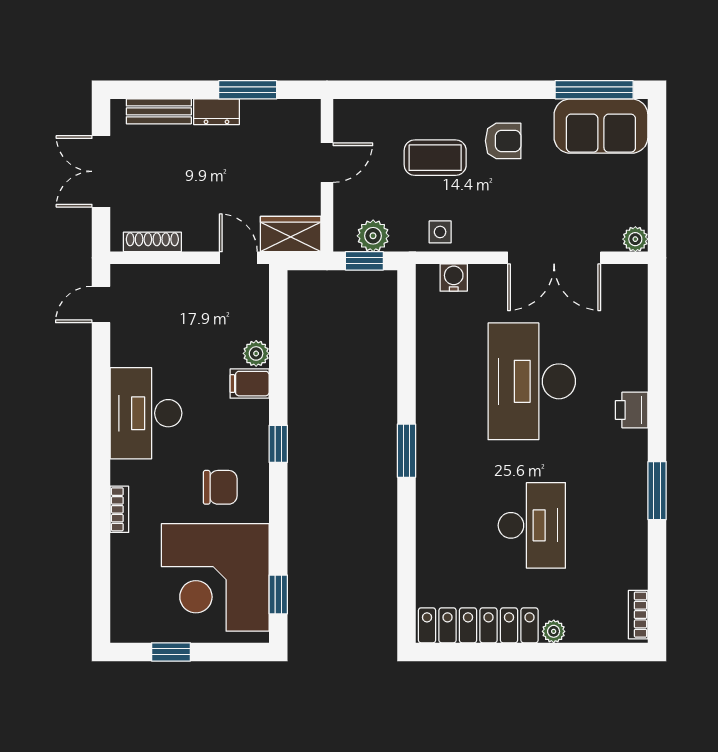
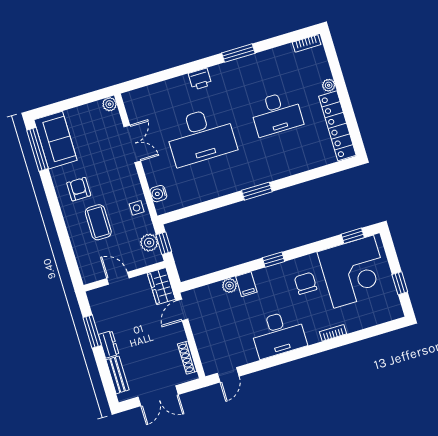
double door: (554, 258) -> (132, 144), width x0.73
door: (101, 304) -> (228, 375), hinge flipped
desk: (532, 525) -> (276, 113), turned 180

